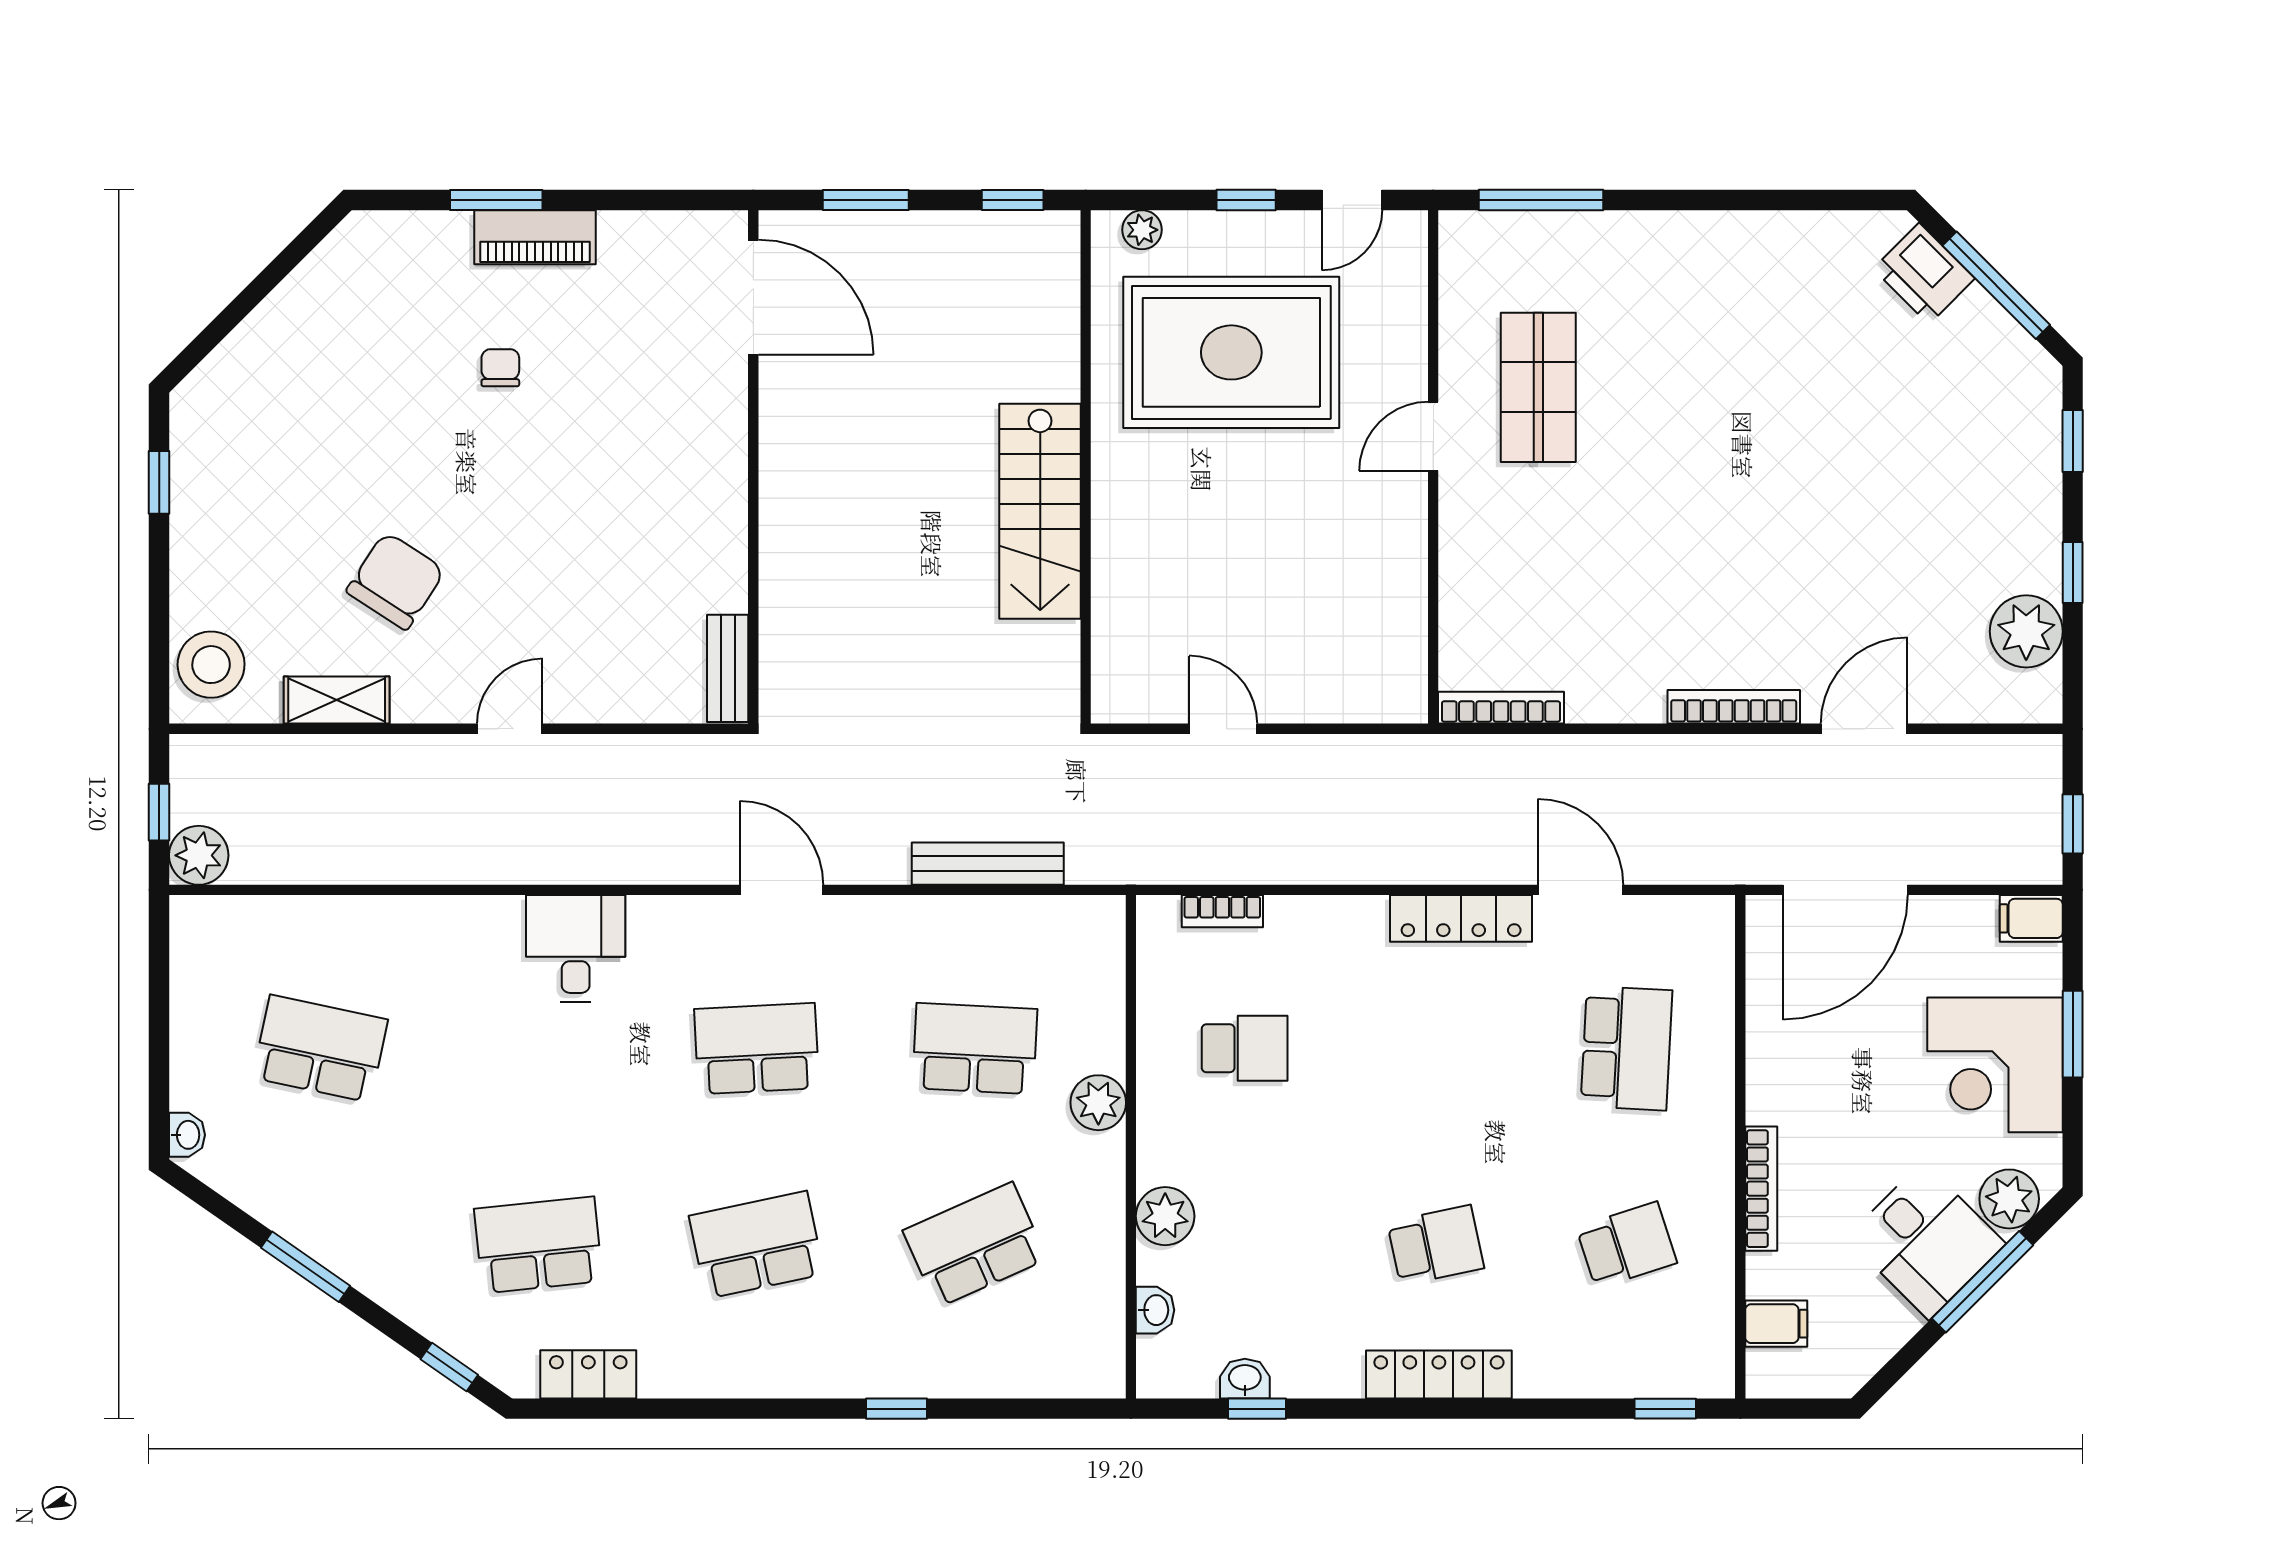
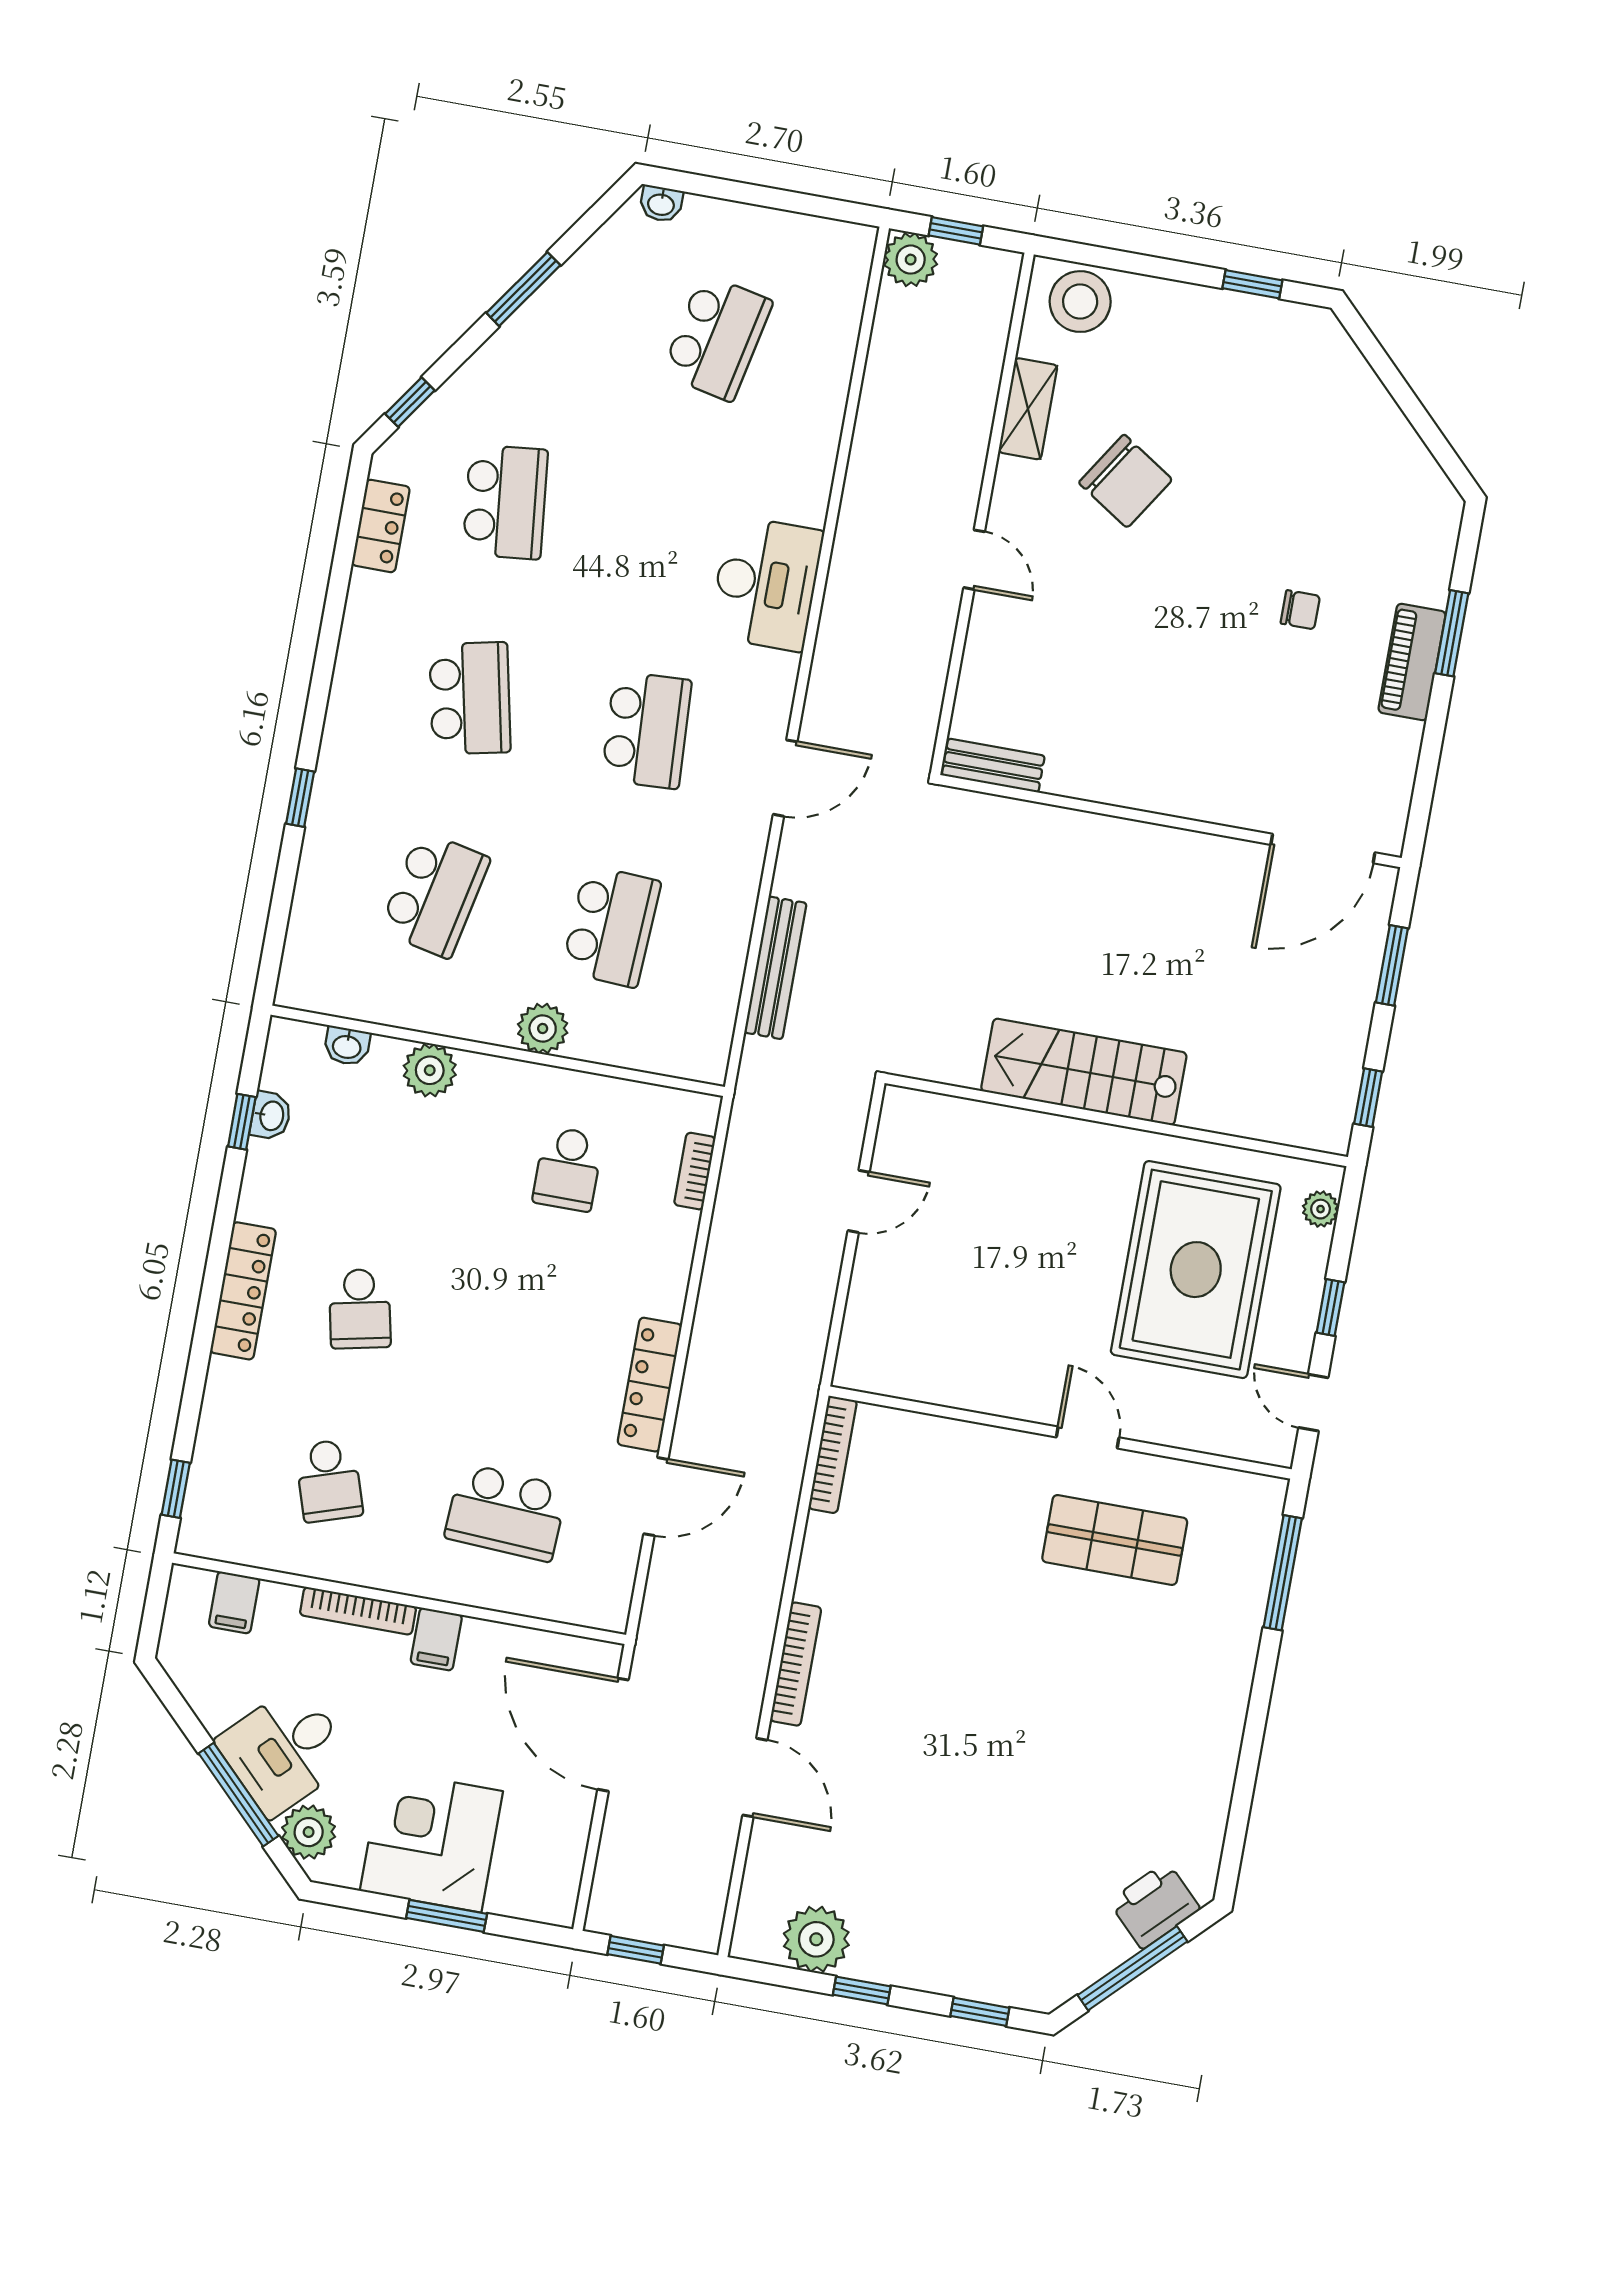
filing cabinet: (2031, 918) -> (436, 1639), moved, turned 180
desk: (576, 948) -> (766, 583), width x1.37
school desk: (975, 1245) -> (435, 894), turned 36

